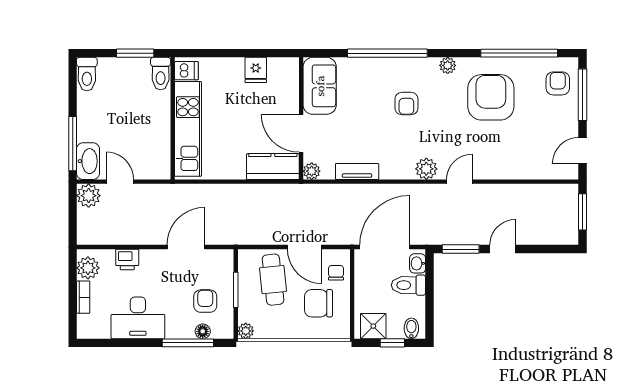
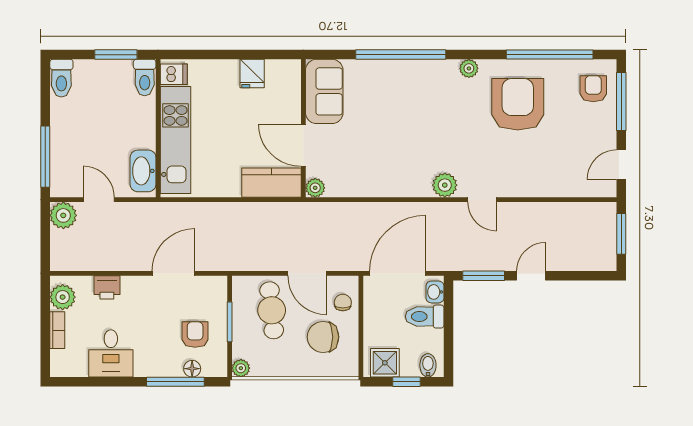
armchair: (406, 104) -> (422, 111), removed
washbasin: (88, 161) -> (143, 171), moved, turned 180
tv unit: (357, 171) -> (367, 188), removed
door: (459, 182) -> (482, 200), swing flipped
desk: (138, 318) -> (111, 353), width x0.73

